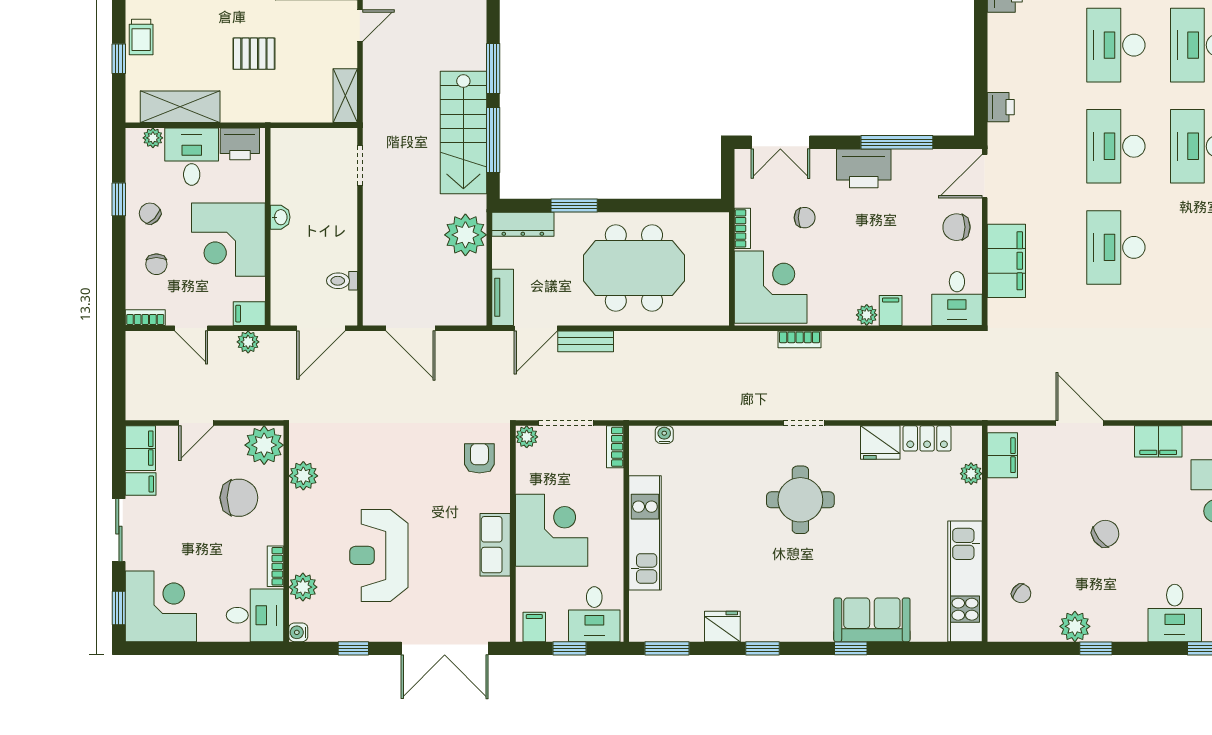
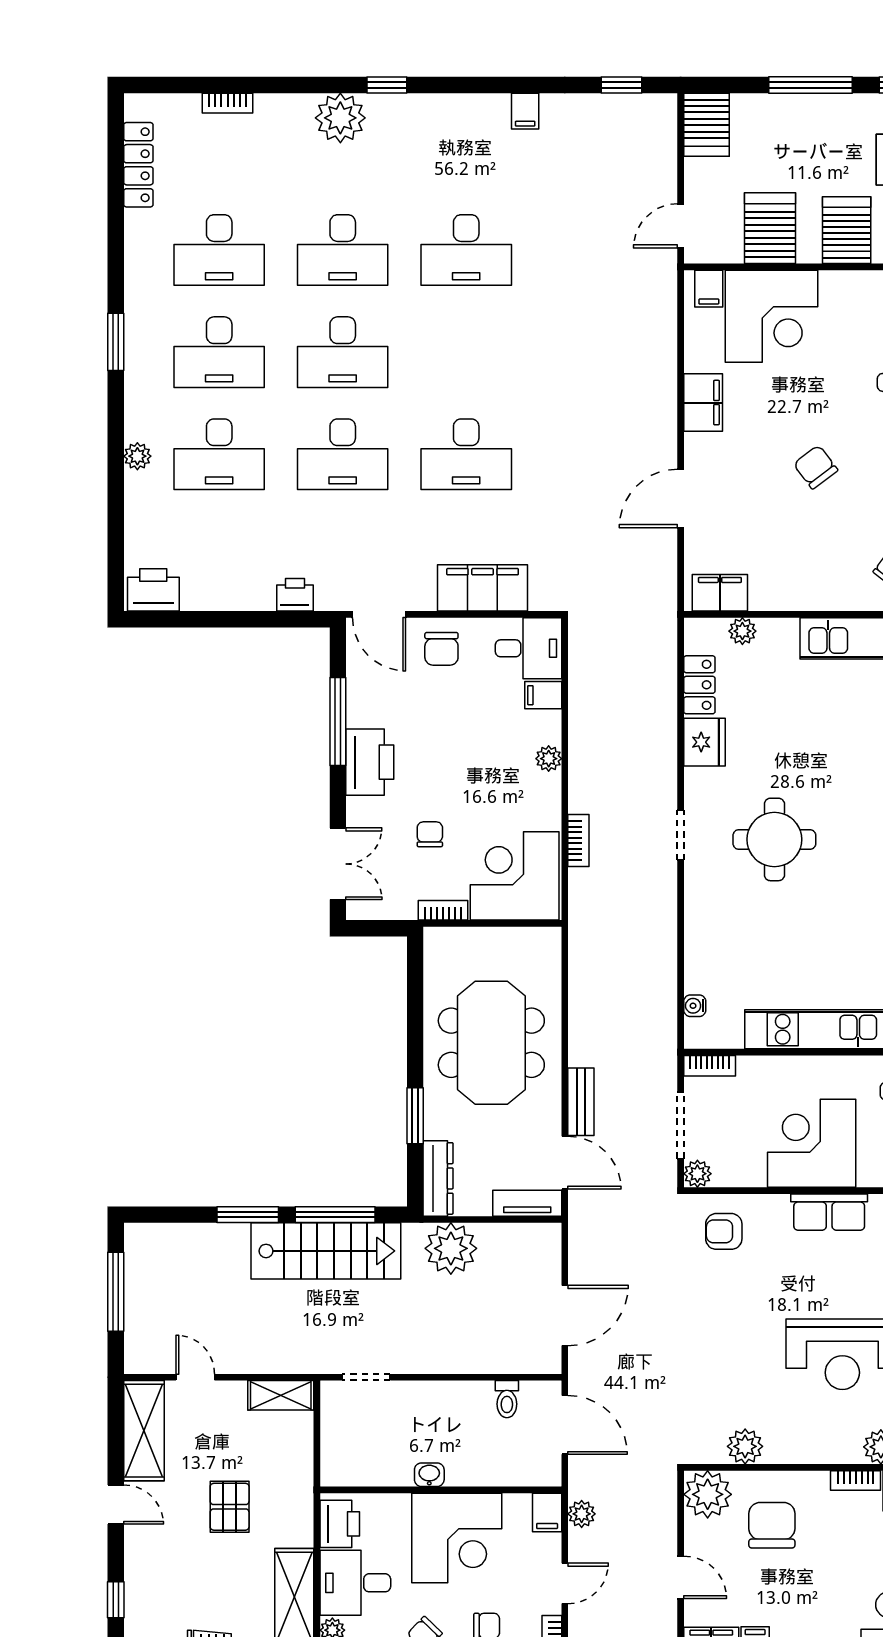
filing cabinet: (891, 310) -> (543, 695), moved

